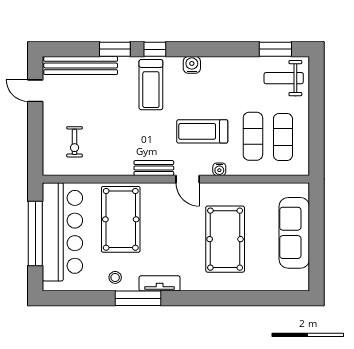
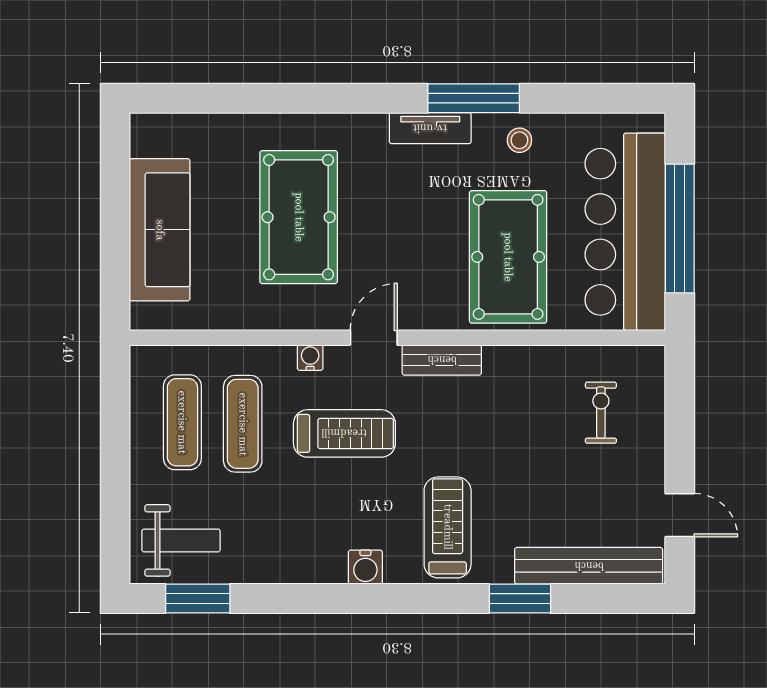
window: (155, 49) -> (440, 599), removed
door: (188, 179) -> (374, 338), hinge flipped

